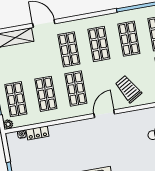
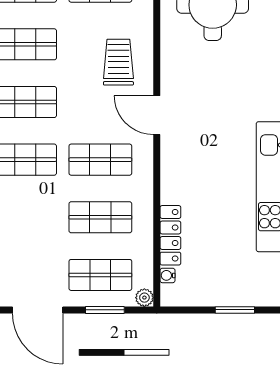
trolley: (128, 89) -> (118, 62), turned 120
locker: (37, 133) -> (170, 235), width x1.53

